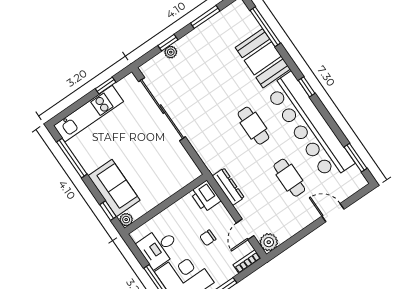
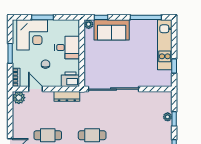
sliding door: (162, 109) -> (114, 89), moved
desk: (159, 247) -> (67, 47), moved, turned 90

